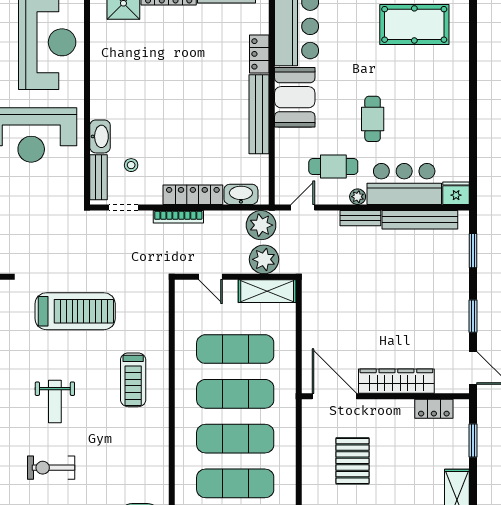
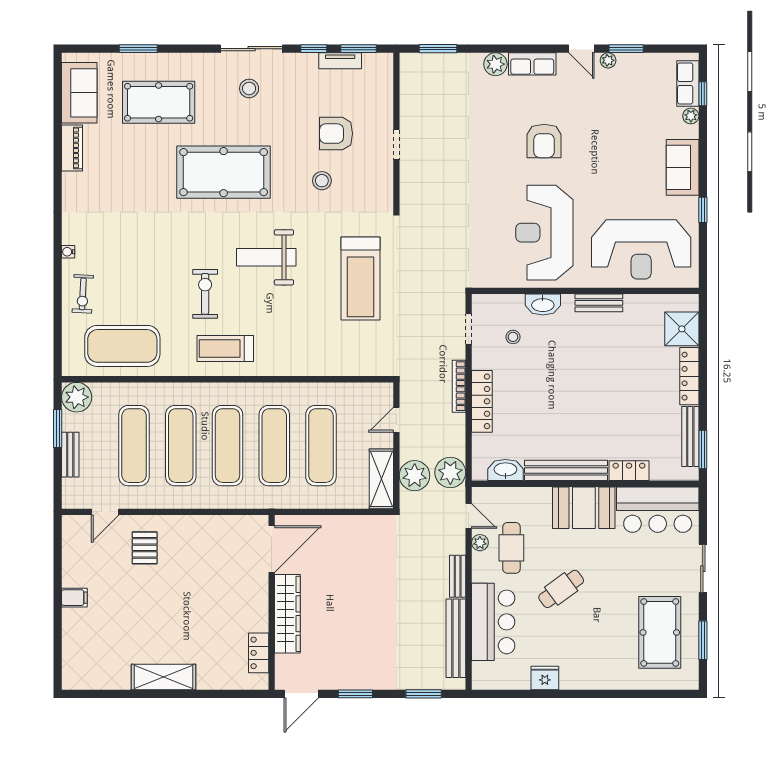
cafe table: (373, 119) -> (561, 589), turned -36
bench: (98, 177) -> (599, 303), moved
fridge: (456, 193) -> (545, 678), moved, turned -90
washbasin: (241, 194) -> (505, 470), moved, turned -90
plant: (358, 197) -> (480, 543), moved
treadmill: (133, 380) -> (225, 349), moved
weight bench: (55, 402) -> (266, 257), width x1.36, depth x1.33
window: (473, 441) -> (225, 694), removed
pallet: (352, 461) -> (204, 568), removed
exercise bike: (51, 468) -> (205, 294), moved

